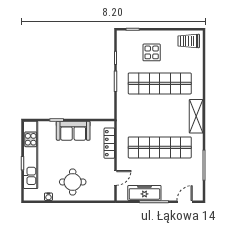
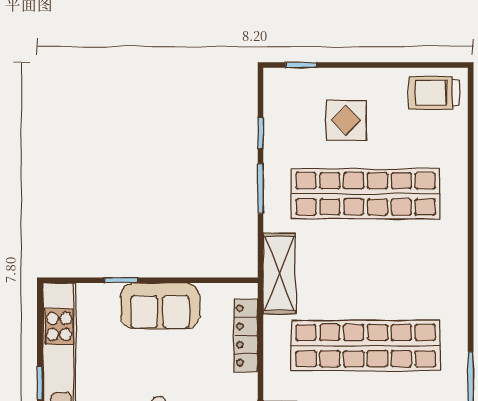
shelving: (196, 116) -> (279, 273), moved

